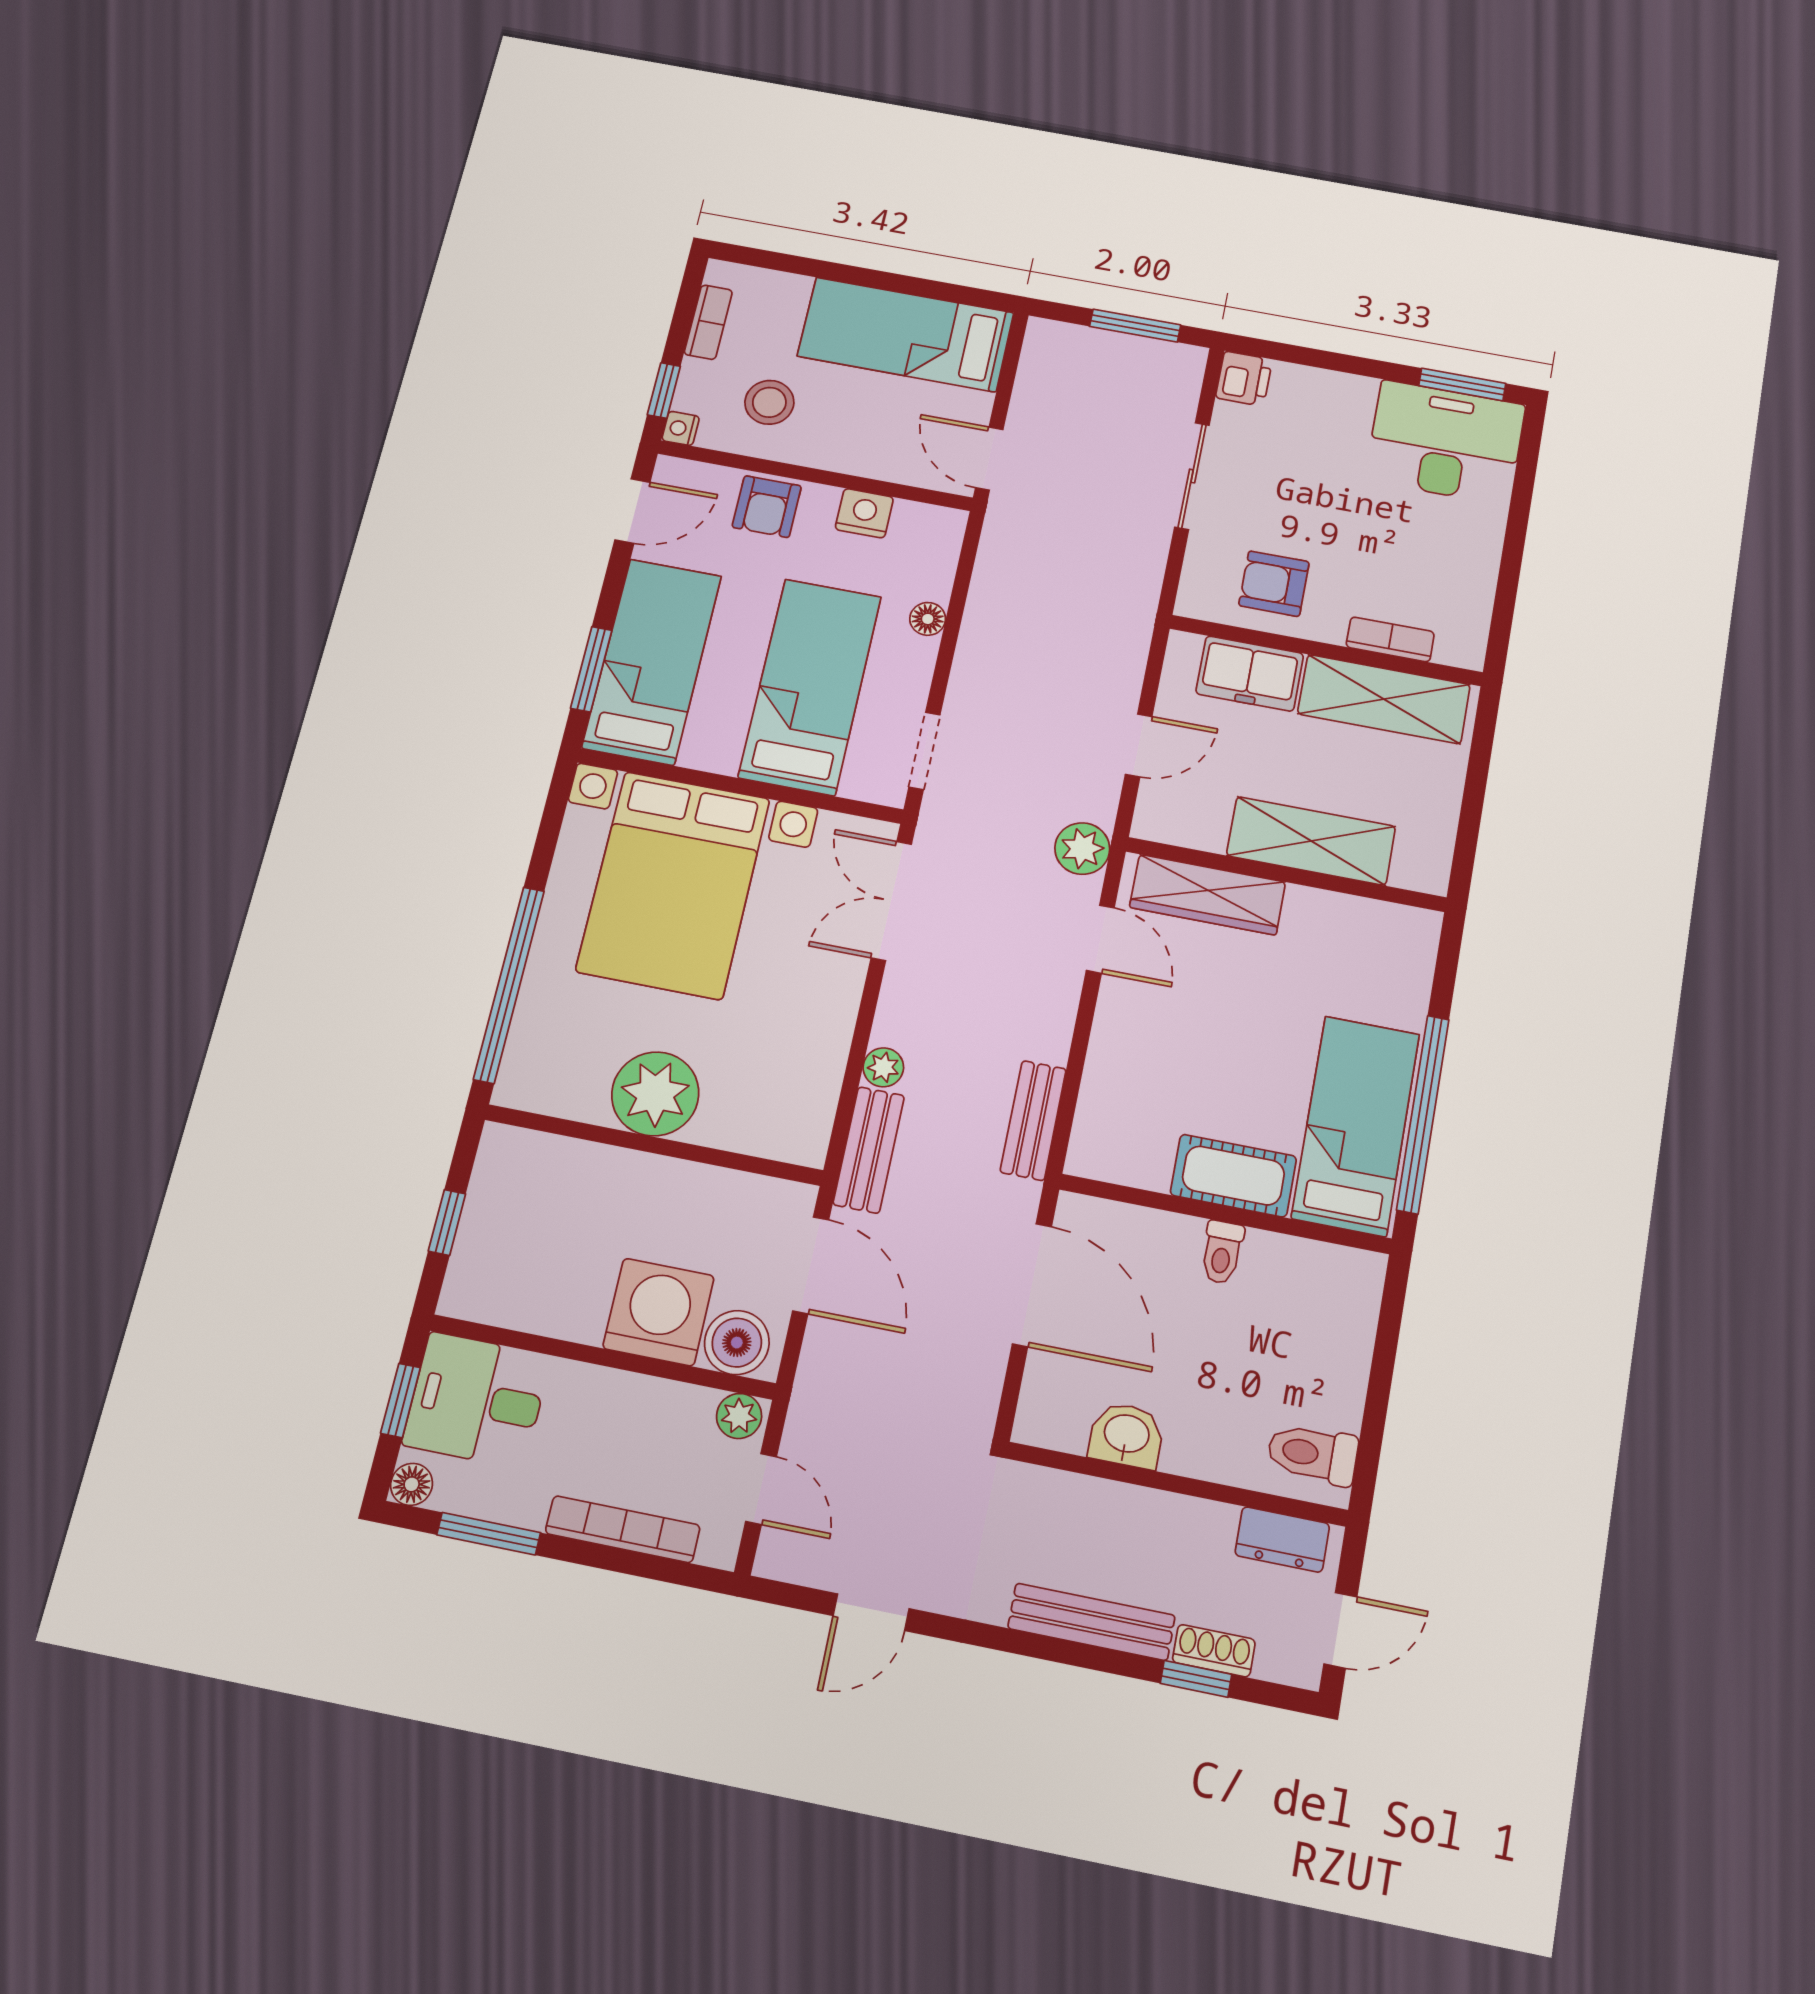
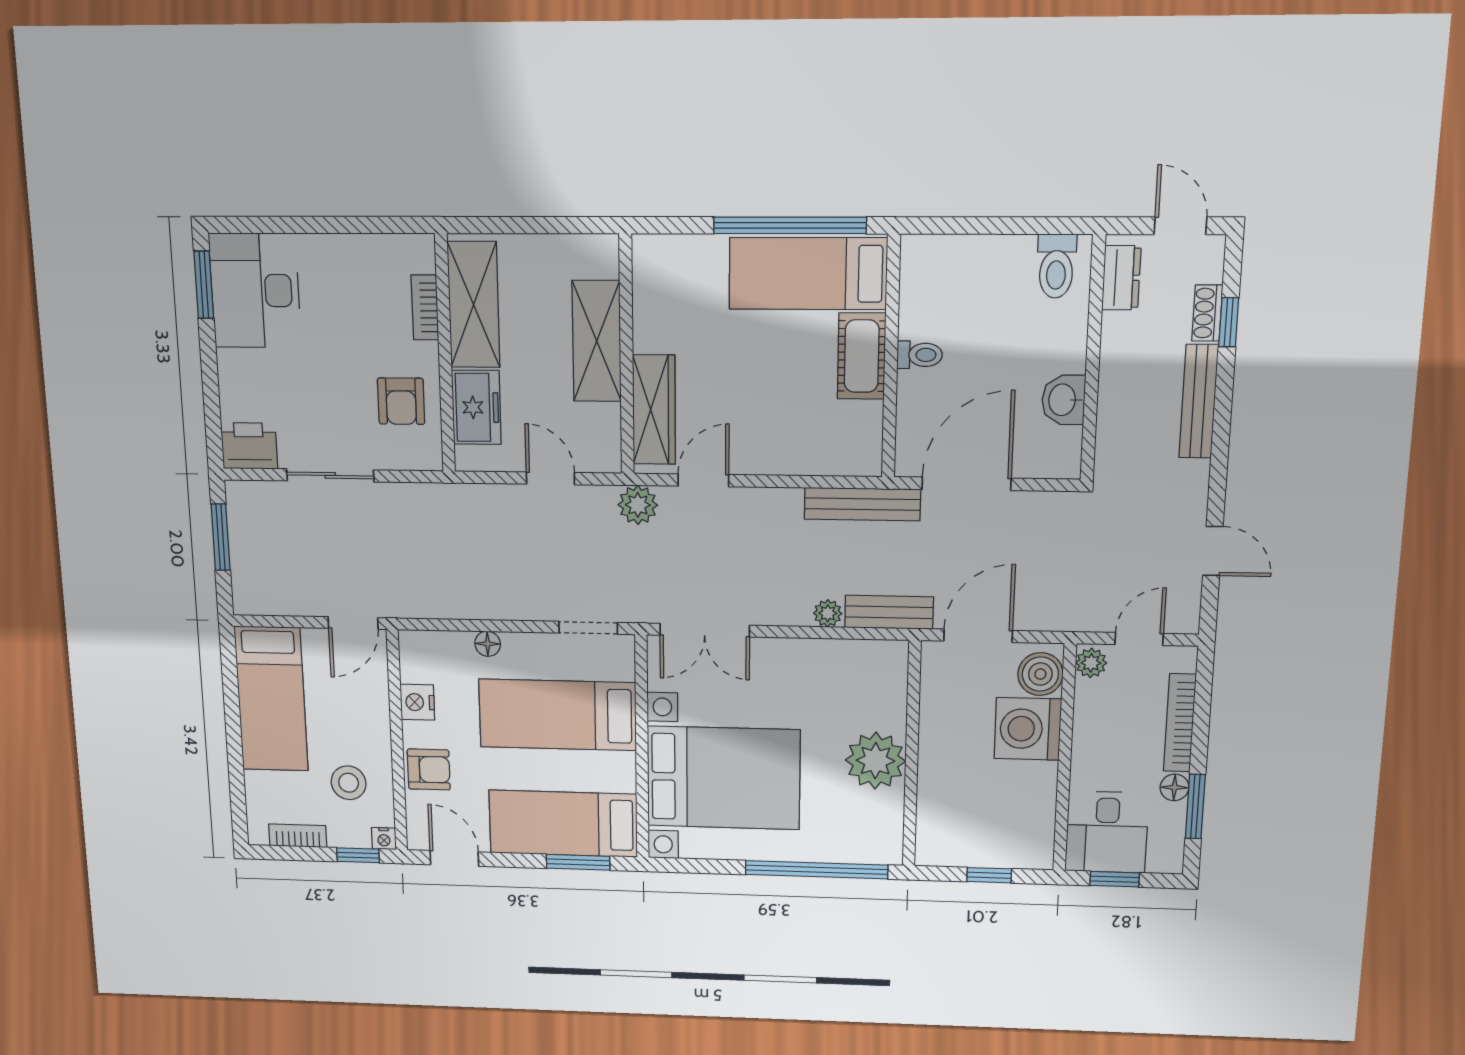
printer: (1244, 379) -> (249, 446), width x1.36, depth x1.24
bench: (1033, 1120) -> (862, 504), width x1.36
floor lamp: (412, 1484) -> (1174, 787), moved

